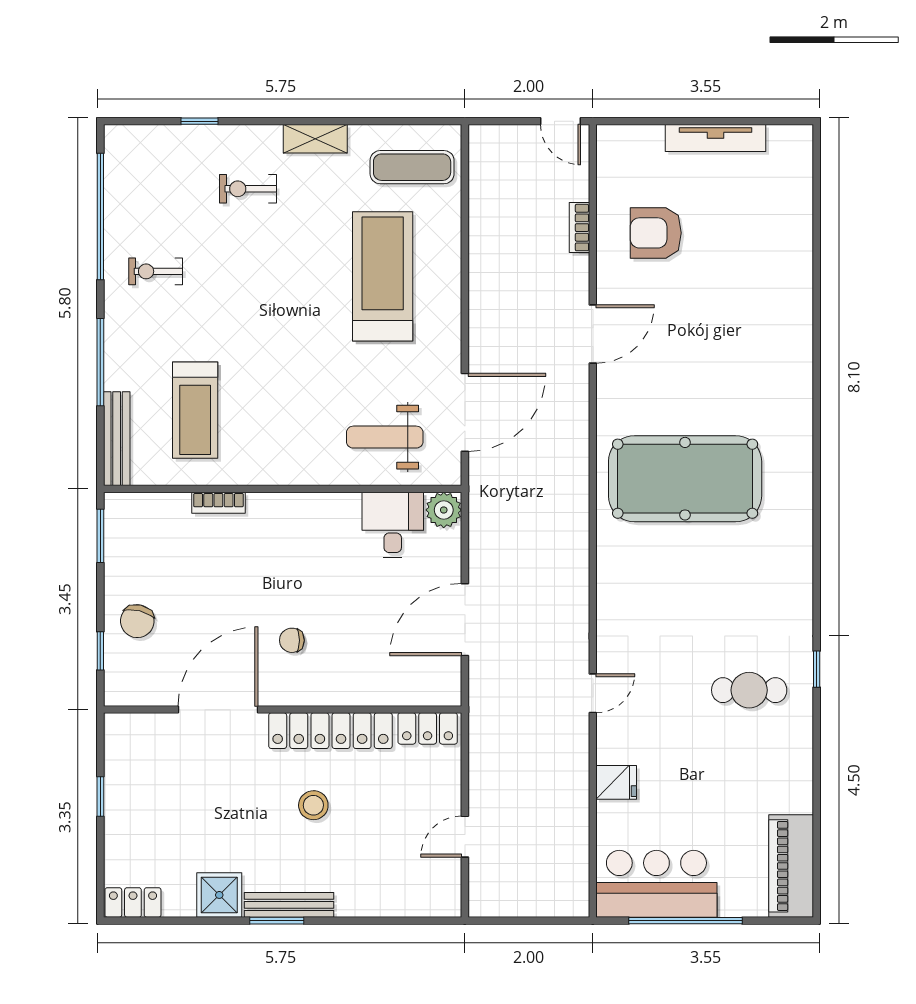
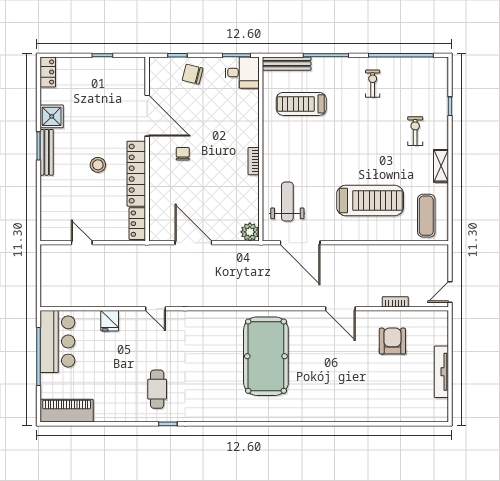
bookcase: (218, 503) -> (254, 161), moved
desk: (393, 525) -> (242, 73), moved

